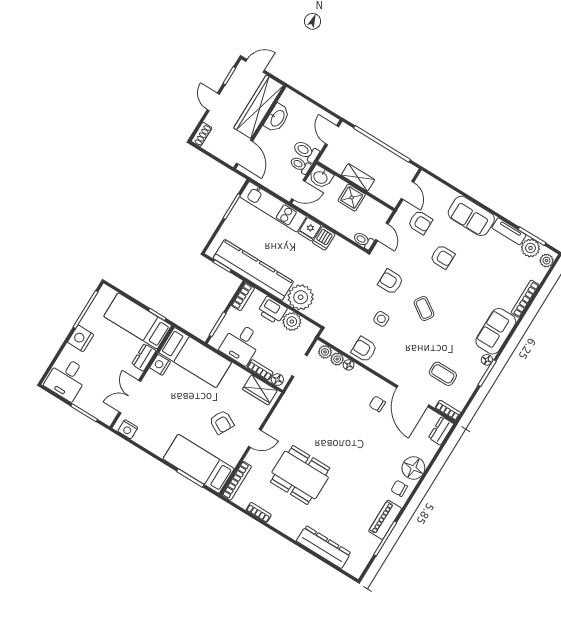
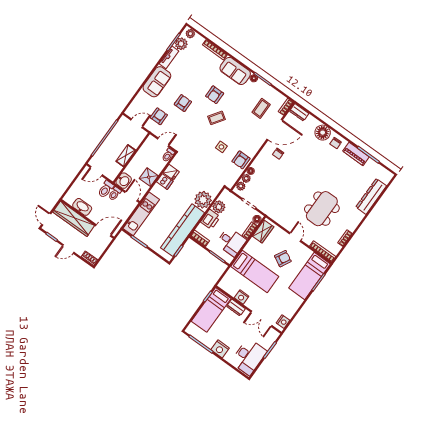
shower: (352, 198) -> (149, 177), moved
fridge: (310, 229) -> (171, 172), moved
armchair: (391, 282) -> (215, 95), moved
bed: (195, 358) -> (255, 272), moved, turned 90
desk: (67, 379) -> (249, 357), width x1.37

